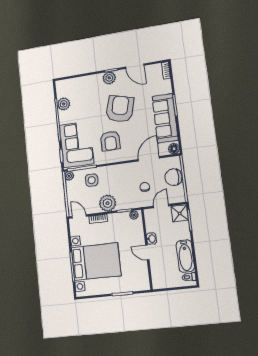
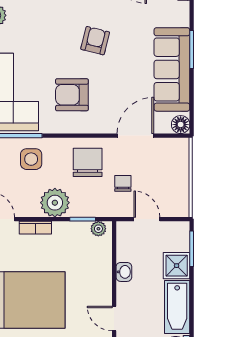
armchair: (120, 109) -> (95, 41), width x0.53, depth x0.53
armchair: (110, 141) -> (72, 95), turned 90
chair: (173, 177) -> (88, 162), moved, turned 90
door: (161, 206) -> (147, 219), hinge flipped
shower: (180, 213) -> (177, 266), moved
door: (147, 252) -> (114, 318), moved

